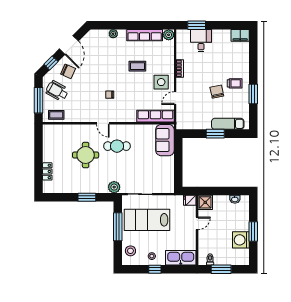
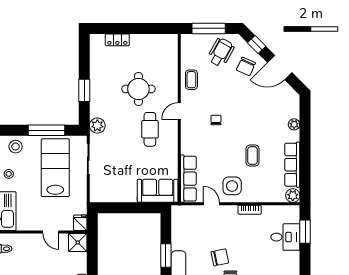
coffee table: (56, 115) -> (191, 80), moved

